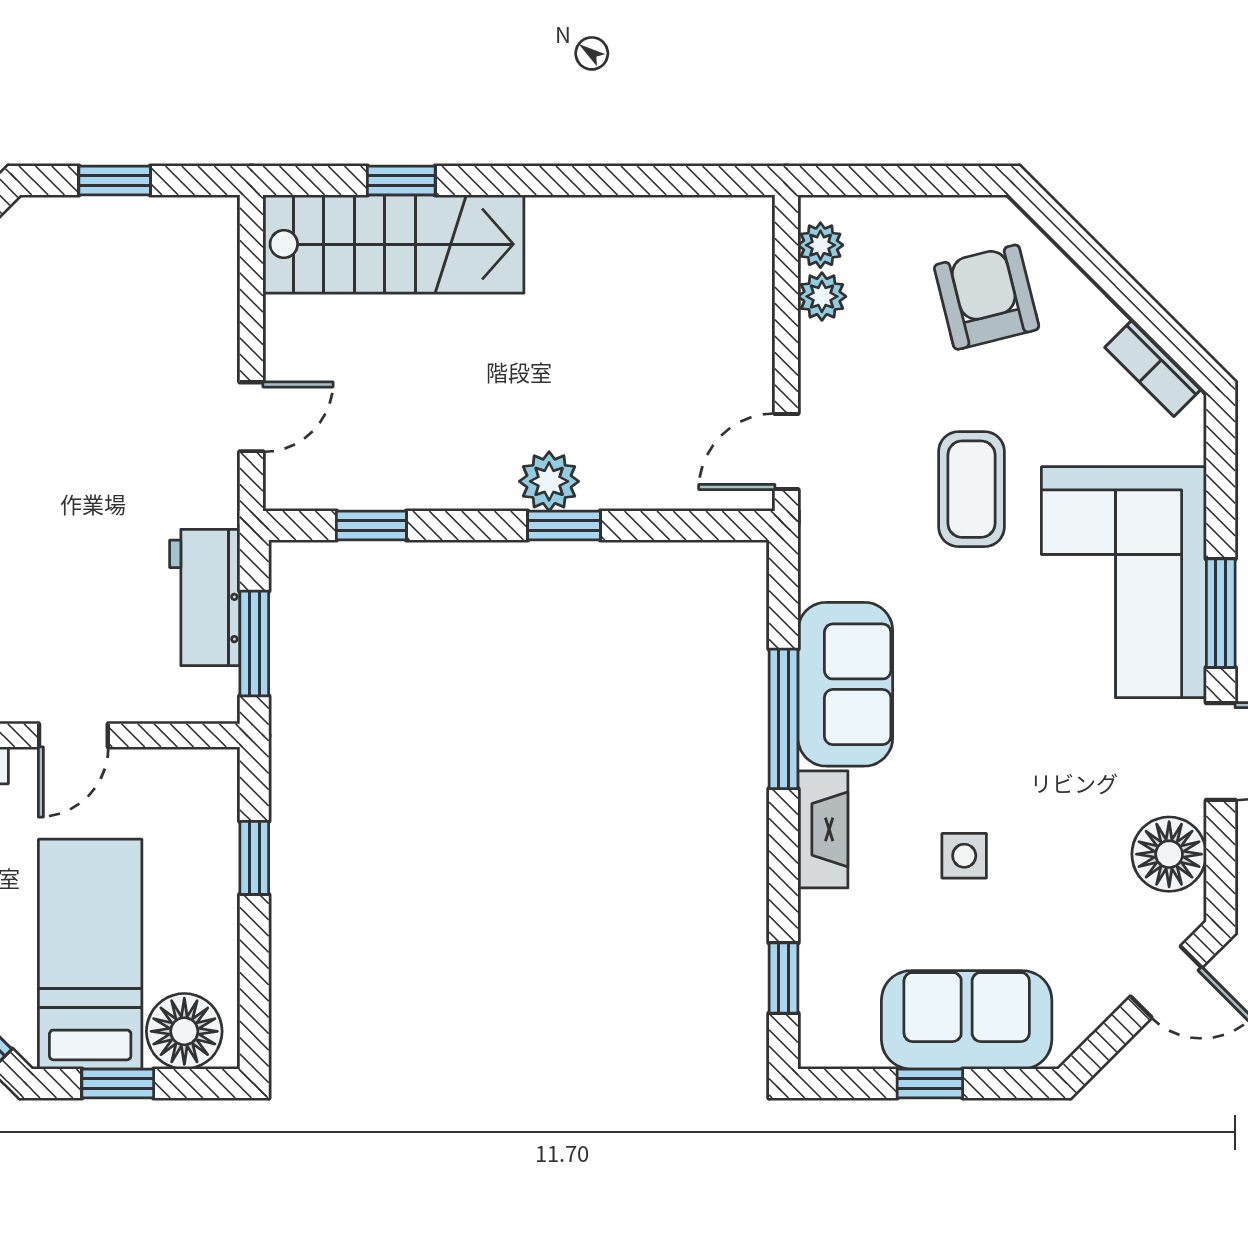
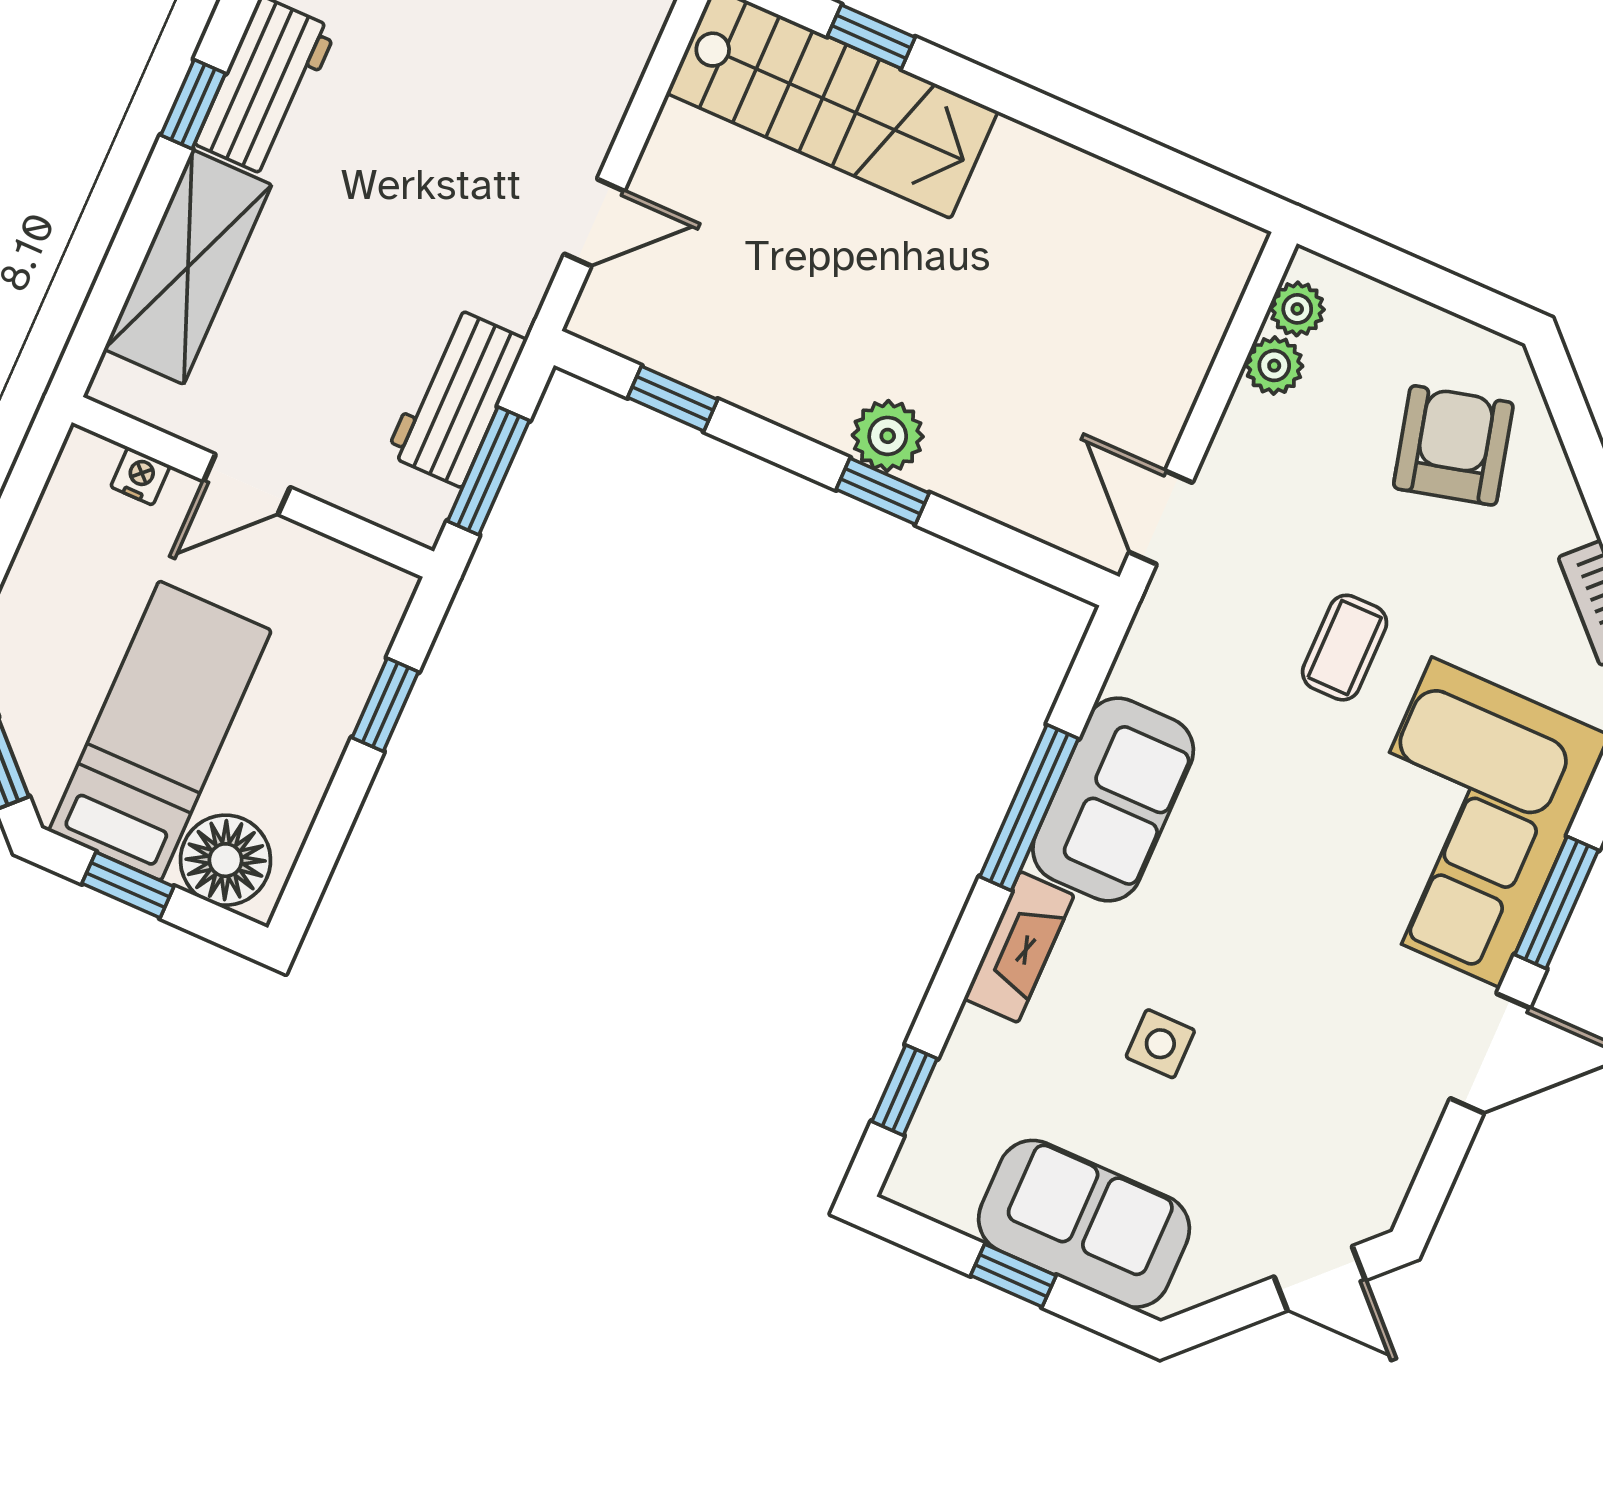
door: (786, 451) -> (1161, 517), hinge flipped
coffee table: (972, 489) -> (1345, 648), width x0.73, depth x0.77
floor lamp: (1169, 854) -> (1384, 1141), removed

